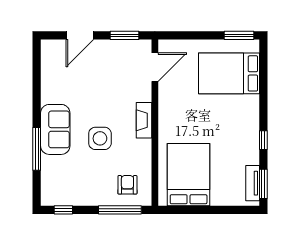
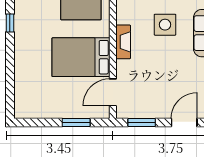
window: (239, 35) -> (76, 122), moved
bed: (229, 73) -> (81, 57), moved, turned 180

